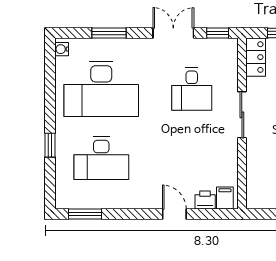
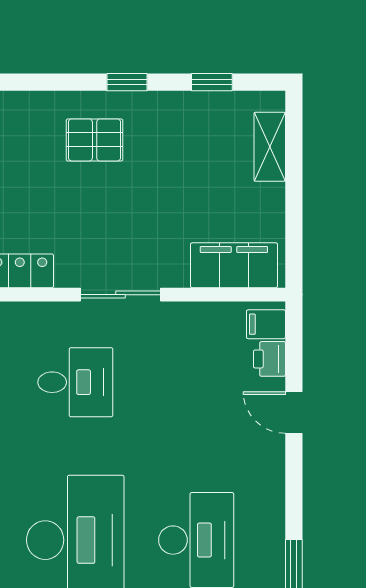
filing cabinet: (259, 180) -> (234, 265), added
door: (174, 214) -> (294, 413), hinge flipped

